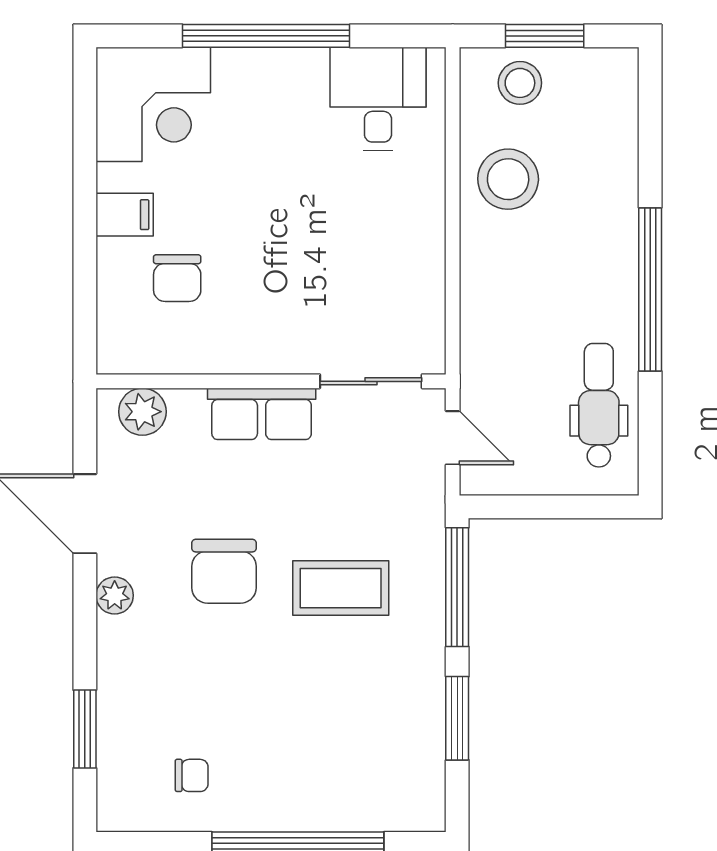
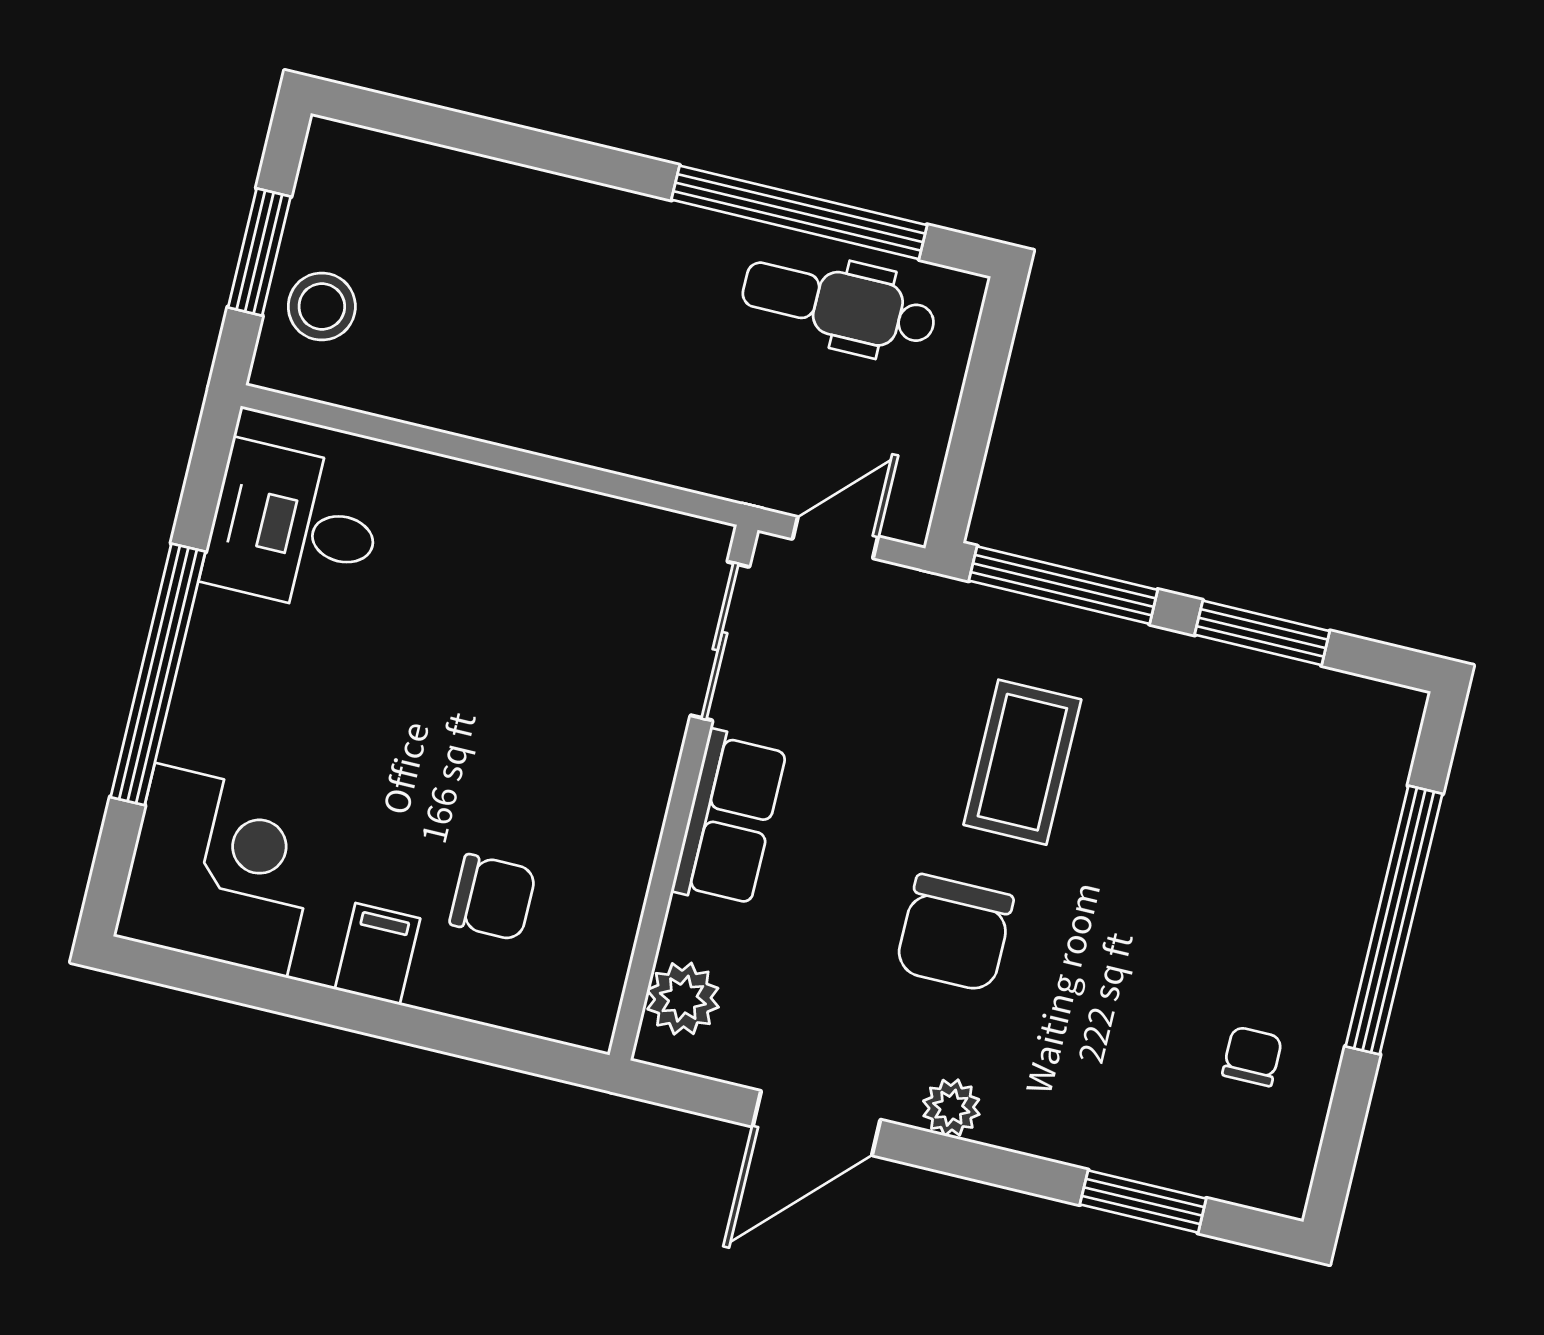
stool: (508, 179) -> (463, 360), removed
window: (650, 289) -> (799, 212), moved
chair: (224, 571) -> (954, 933), turned 90

